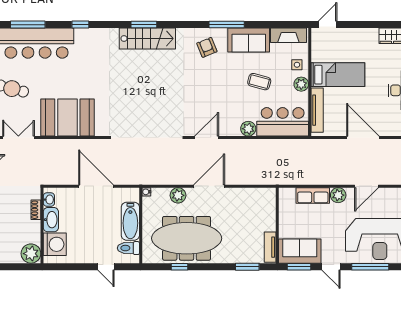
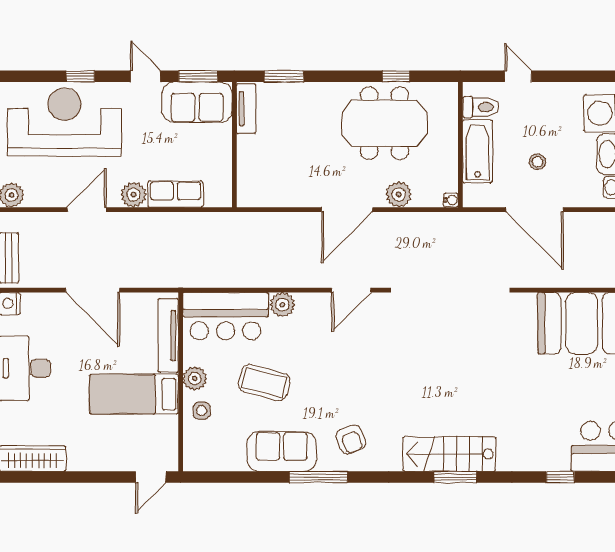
fireplace: (288, 35) -> (216, 459), removed
coffee table: (259, 82) -> (264, 383), width x1.36, depth x1.30
stool: (94, 215) -> (538, 162), added
meeting table: (187, 238) -> (385, 123), width x0.73
window: (370, 267) -> (80, 76), width x0.46

